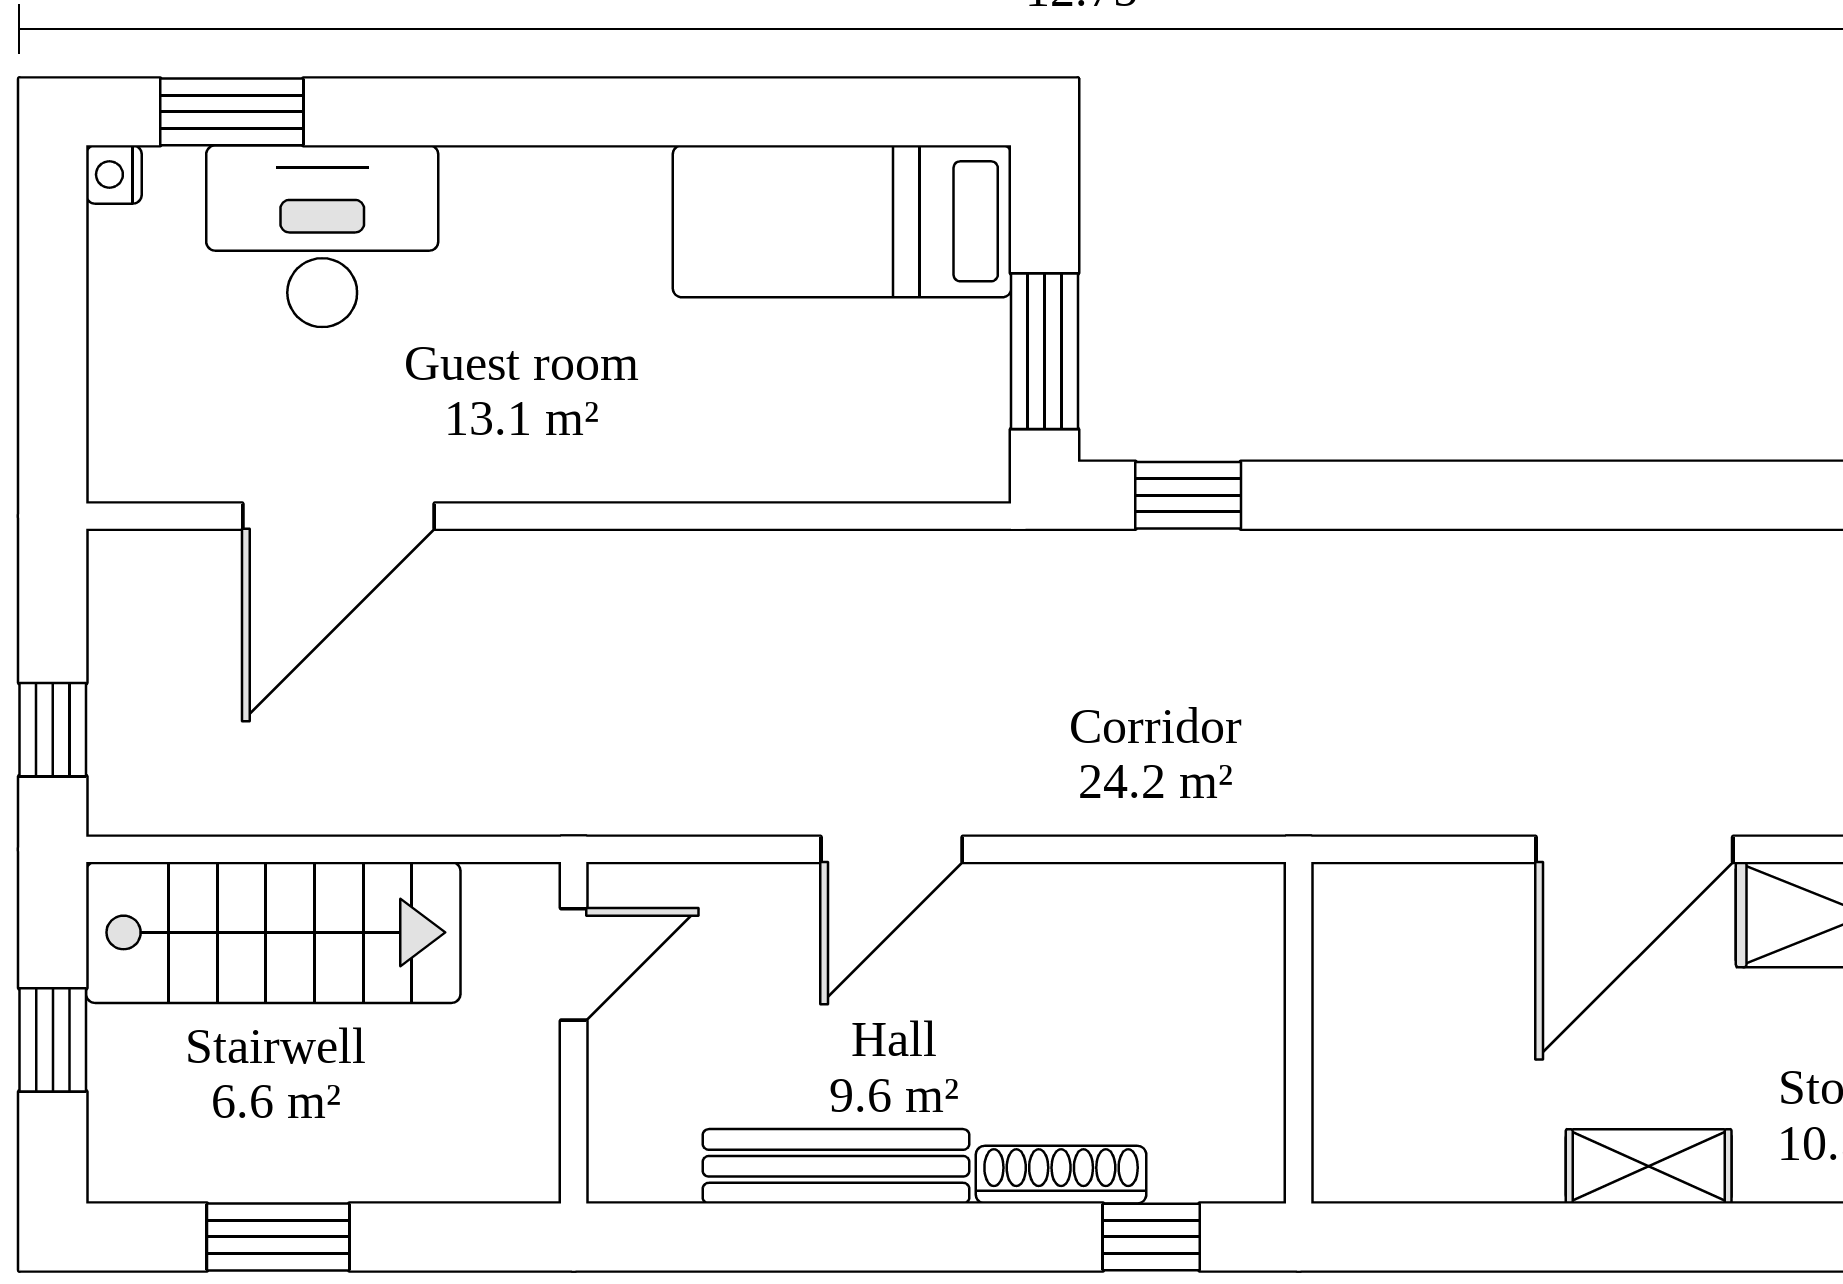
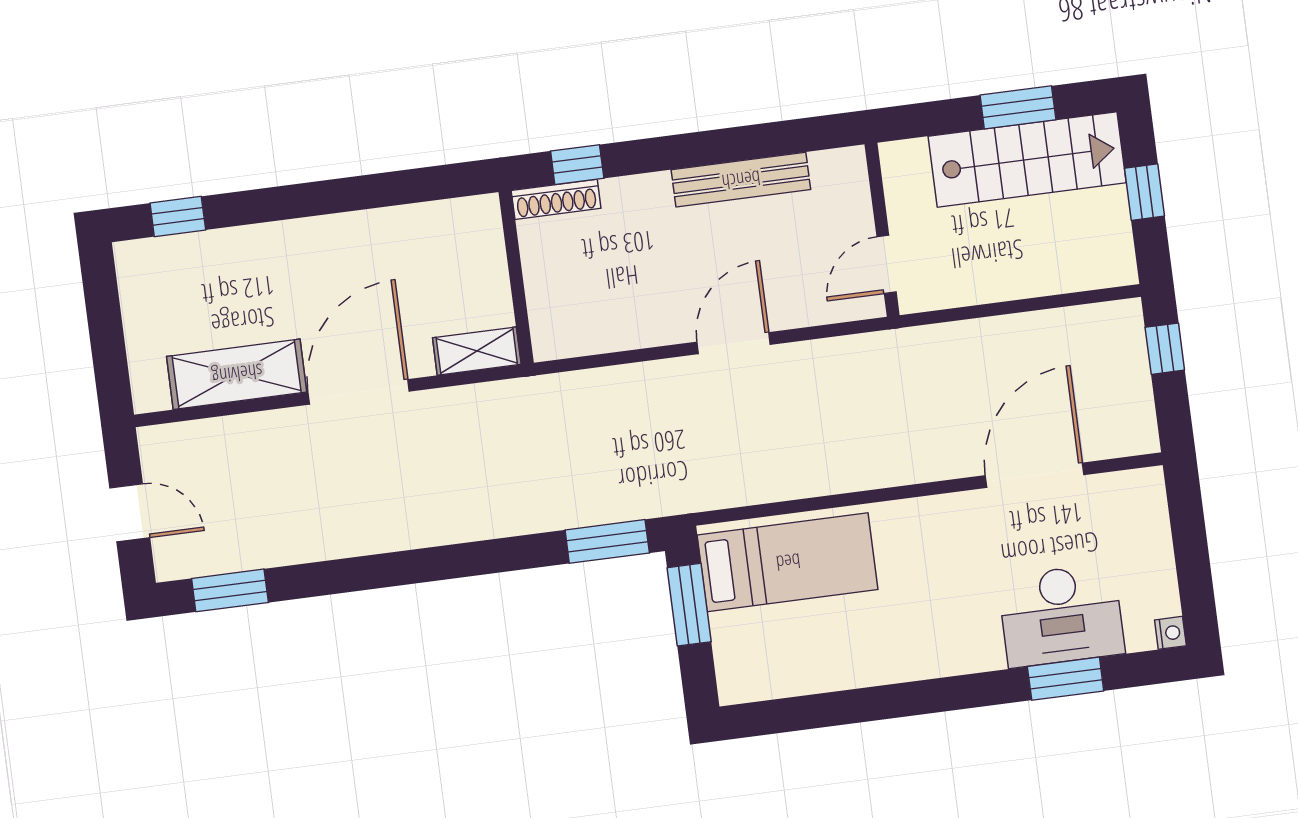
window: (232, 112) -> (1066, 679), moved
bed: (842, 221) -> (788, 562), moved
window: (1188, 495) -> (607, 541), width x1.50
stairs: (273, 932) -> (1027, 160), moved, turned 180
shelving: (1649, 1166) -> (477, 351), moved
shoe rack: (1061, 1175) -> (556, 199), moved

